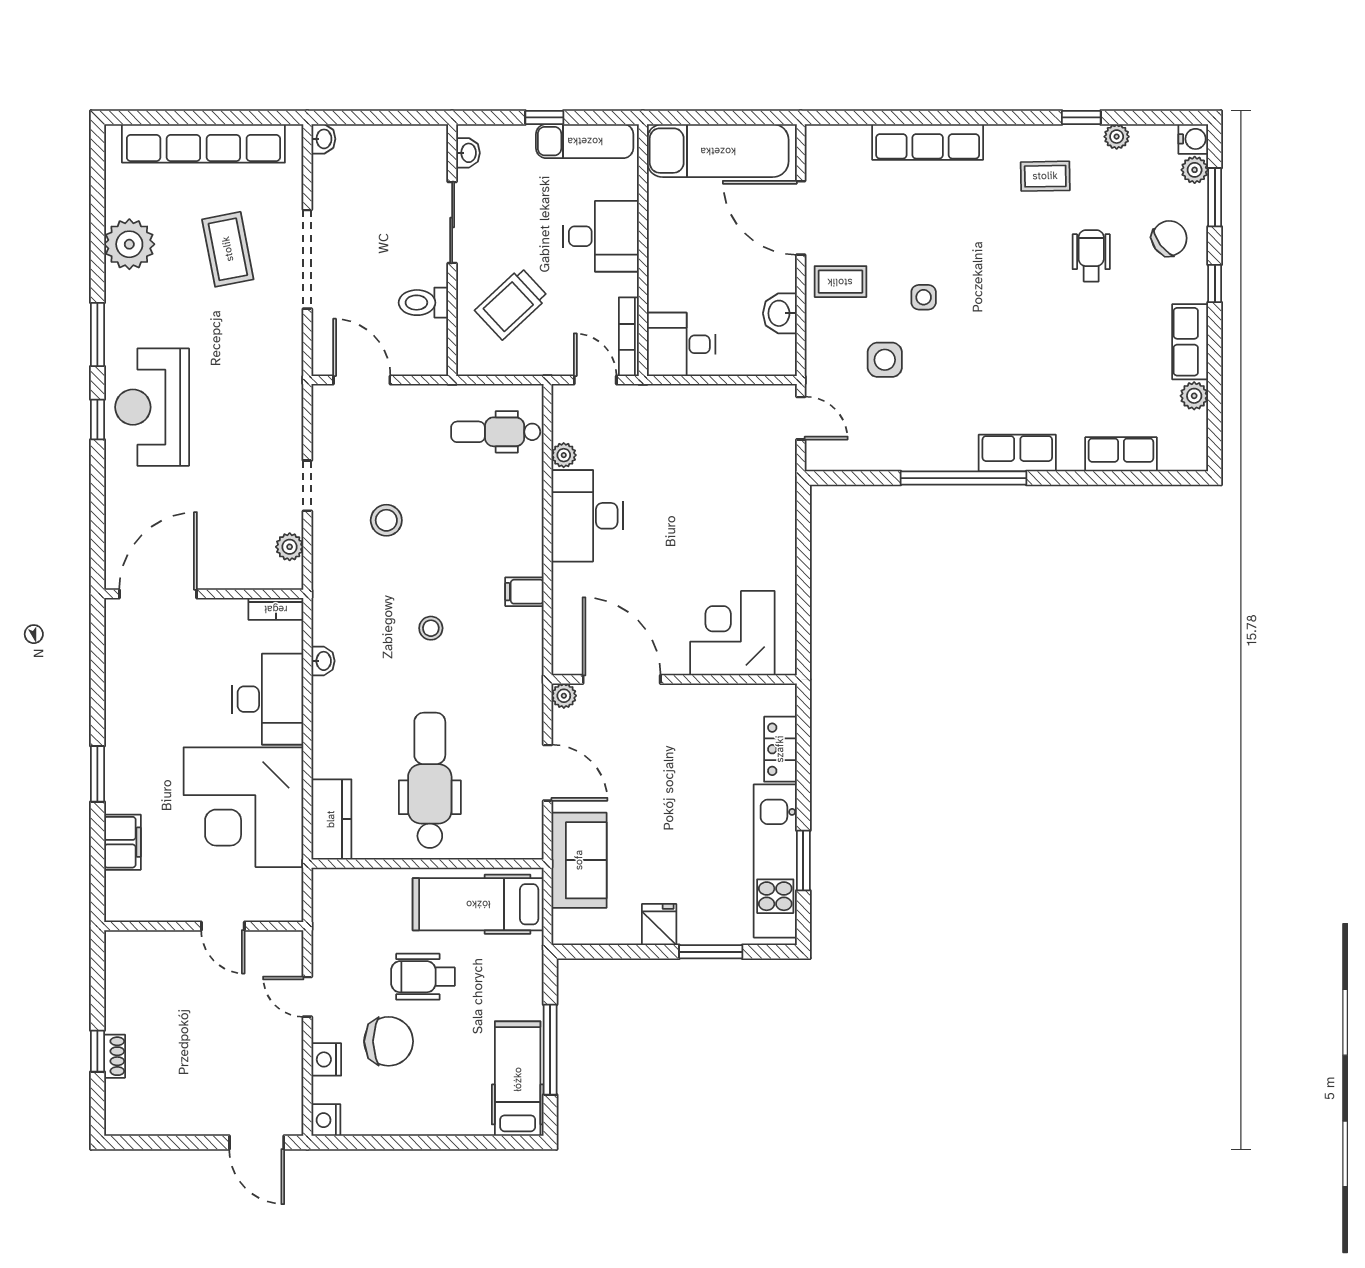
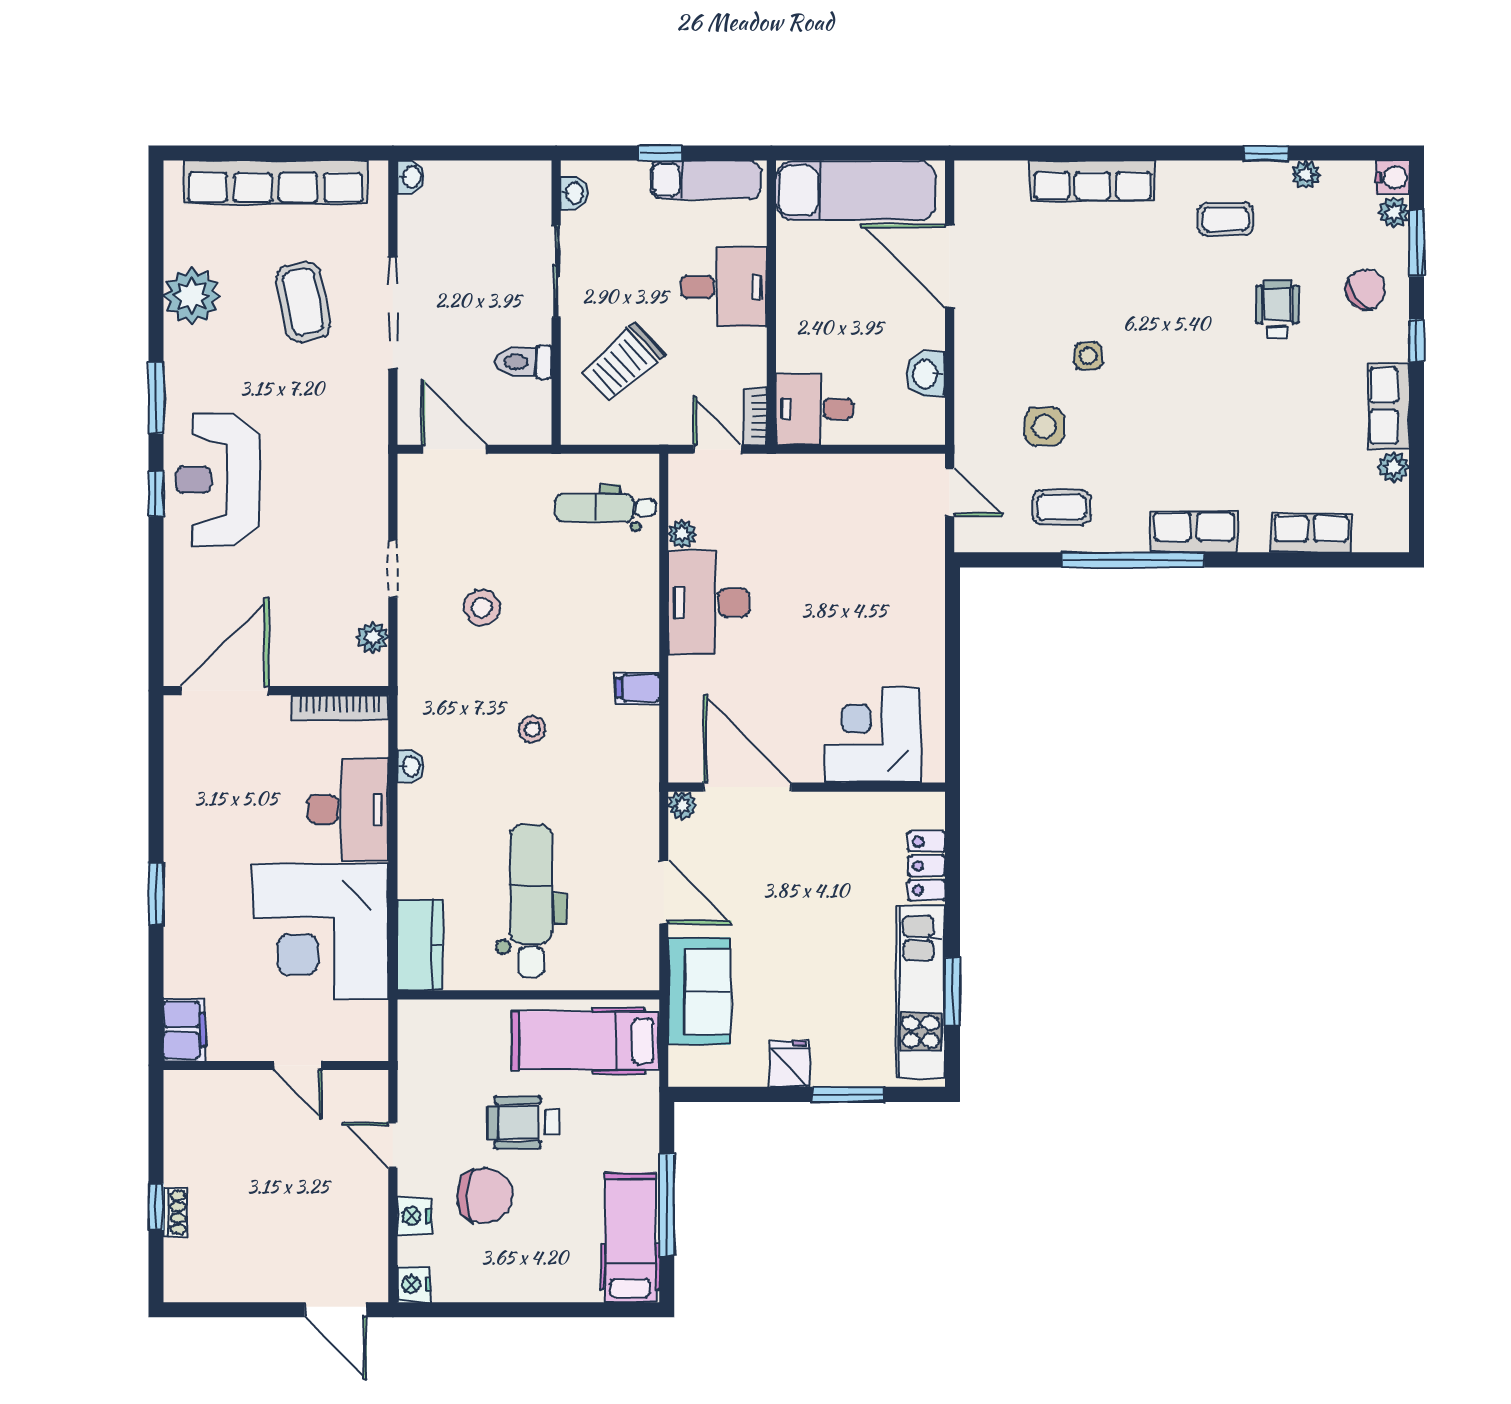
coffee table: (840, 282) -> (1062, 507), moved
bookcase: (629, 337) -> (756, 416), width x0.64
bookcase: (276, 609) -> (340, 707), width x1.56
filing cabinet: (122, 842) -> (184, 1030), moved

